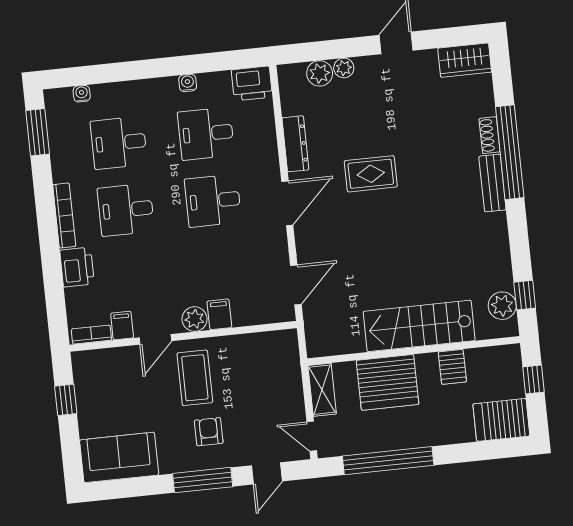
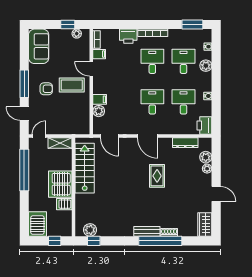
plant: (123, 94) -> (206, 66), added
dresser: (295, 144) -> (185, 143), moved
plant: (195, 319) -> (99, 111), moved
stairs: (419, 326) -> (85, 168), moved
plant: (83, 379) -> (77, 34), added
server rack: (388, 382) -> (60, 184), moved

